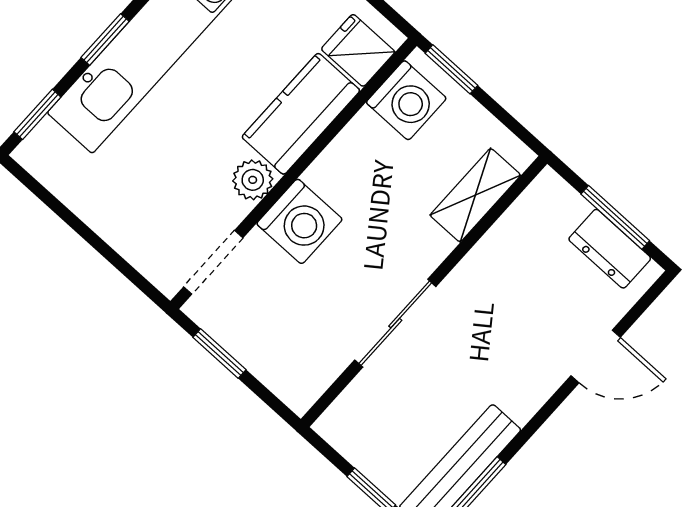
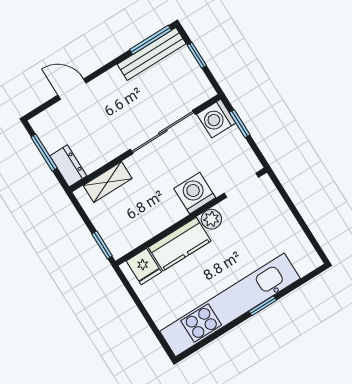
washing machine: (406, 100) -> (216, 119), moved, turned -90
window: (37, 114) -> (305, 279), removed
dresser: (610, 249) -> (68, 166), moved
sliding door: (395, 323) -> (163, 132), width x1.37
window: (219, 354) -> (240, 124), moved

